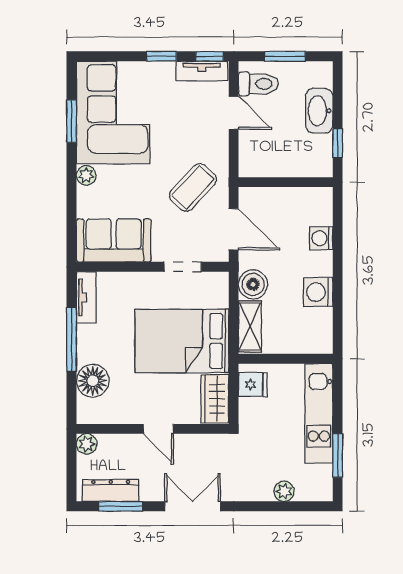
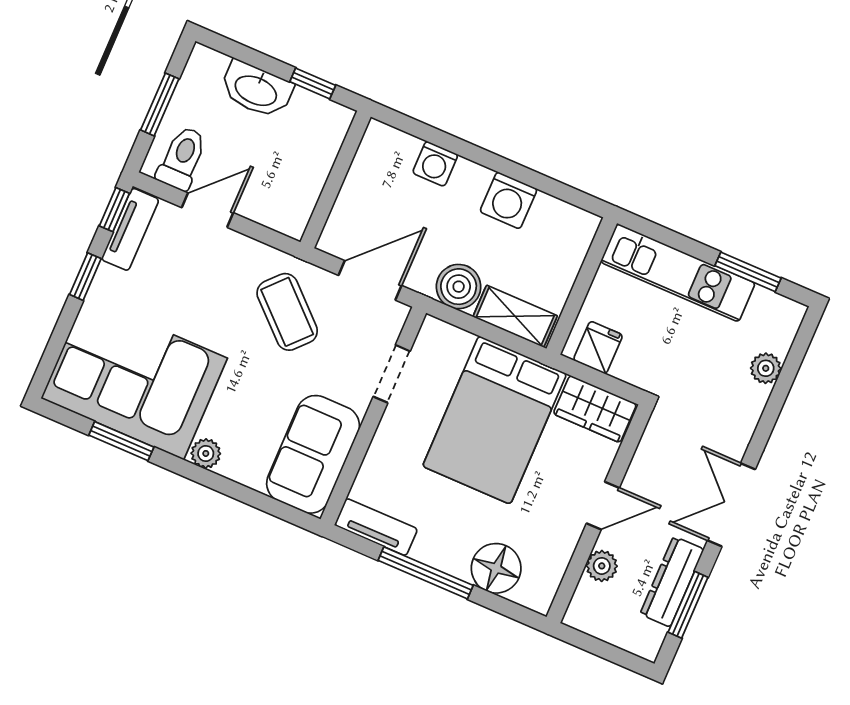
plant: (87, 444) -> (602, 566), moved
dresser: (111, 490) -> (672, 582), moved

